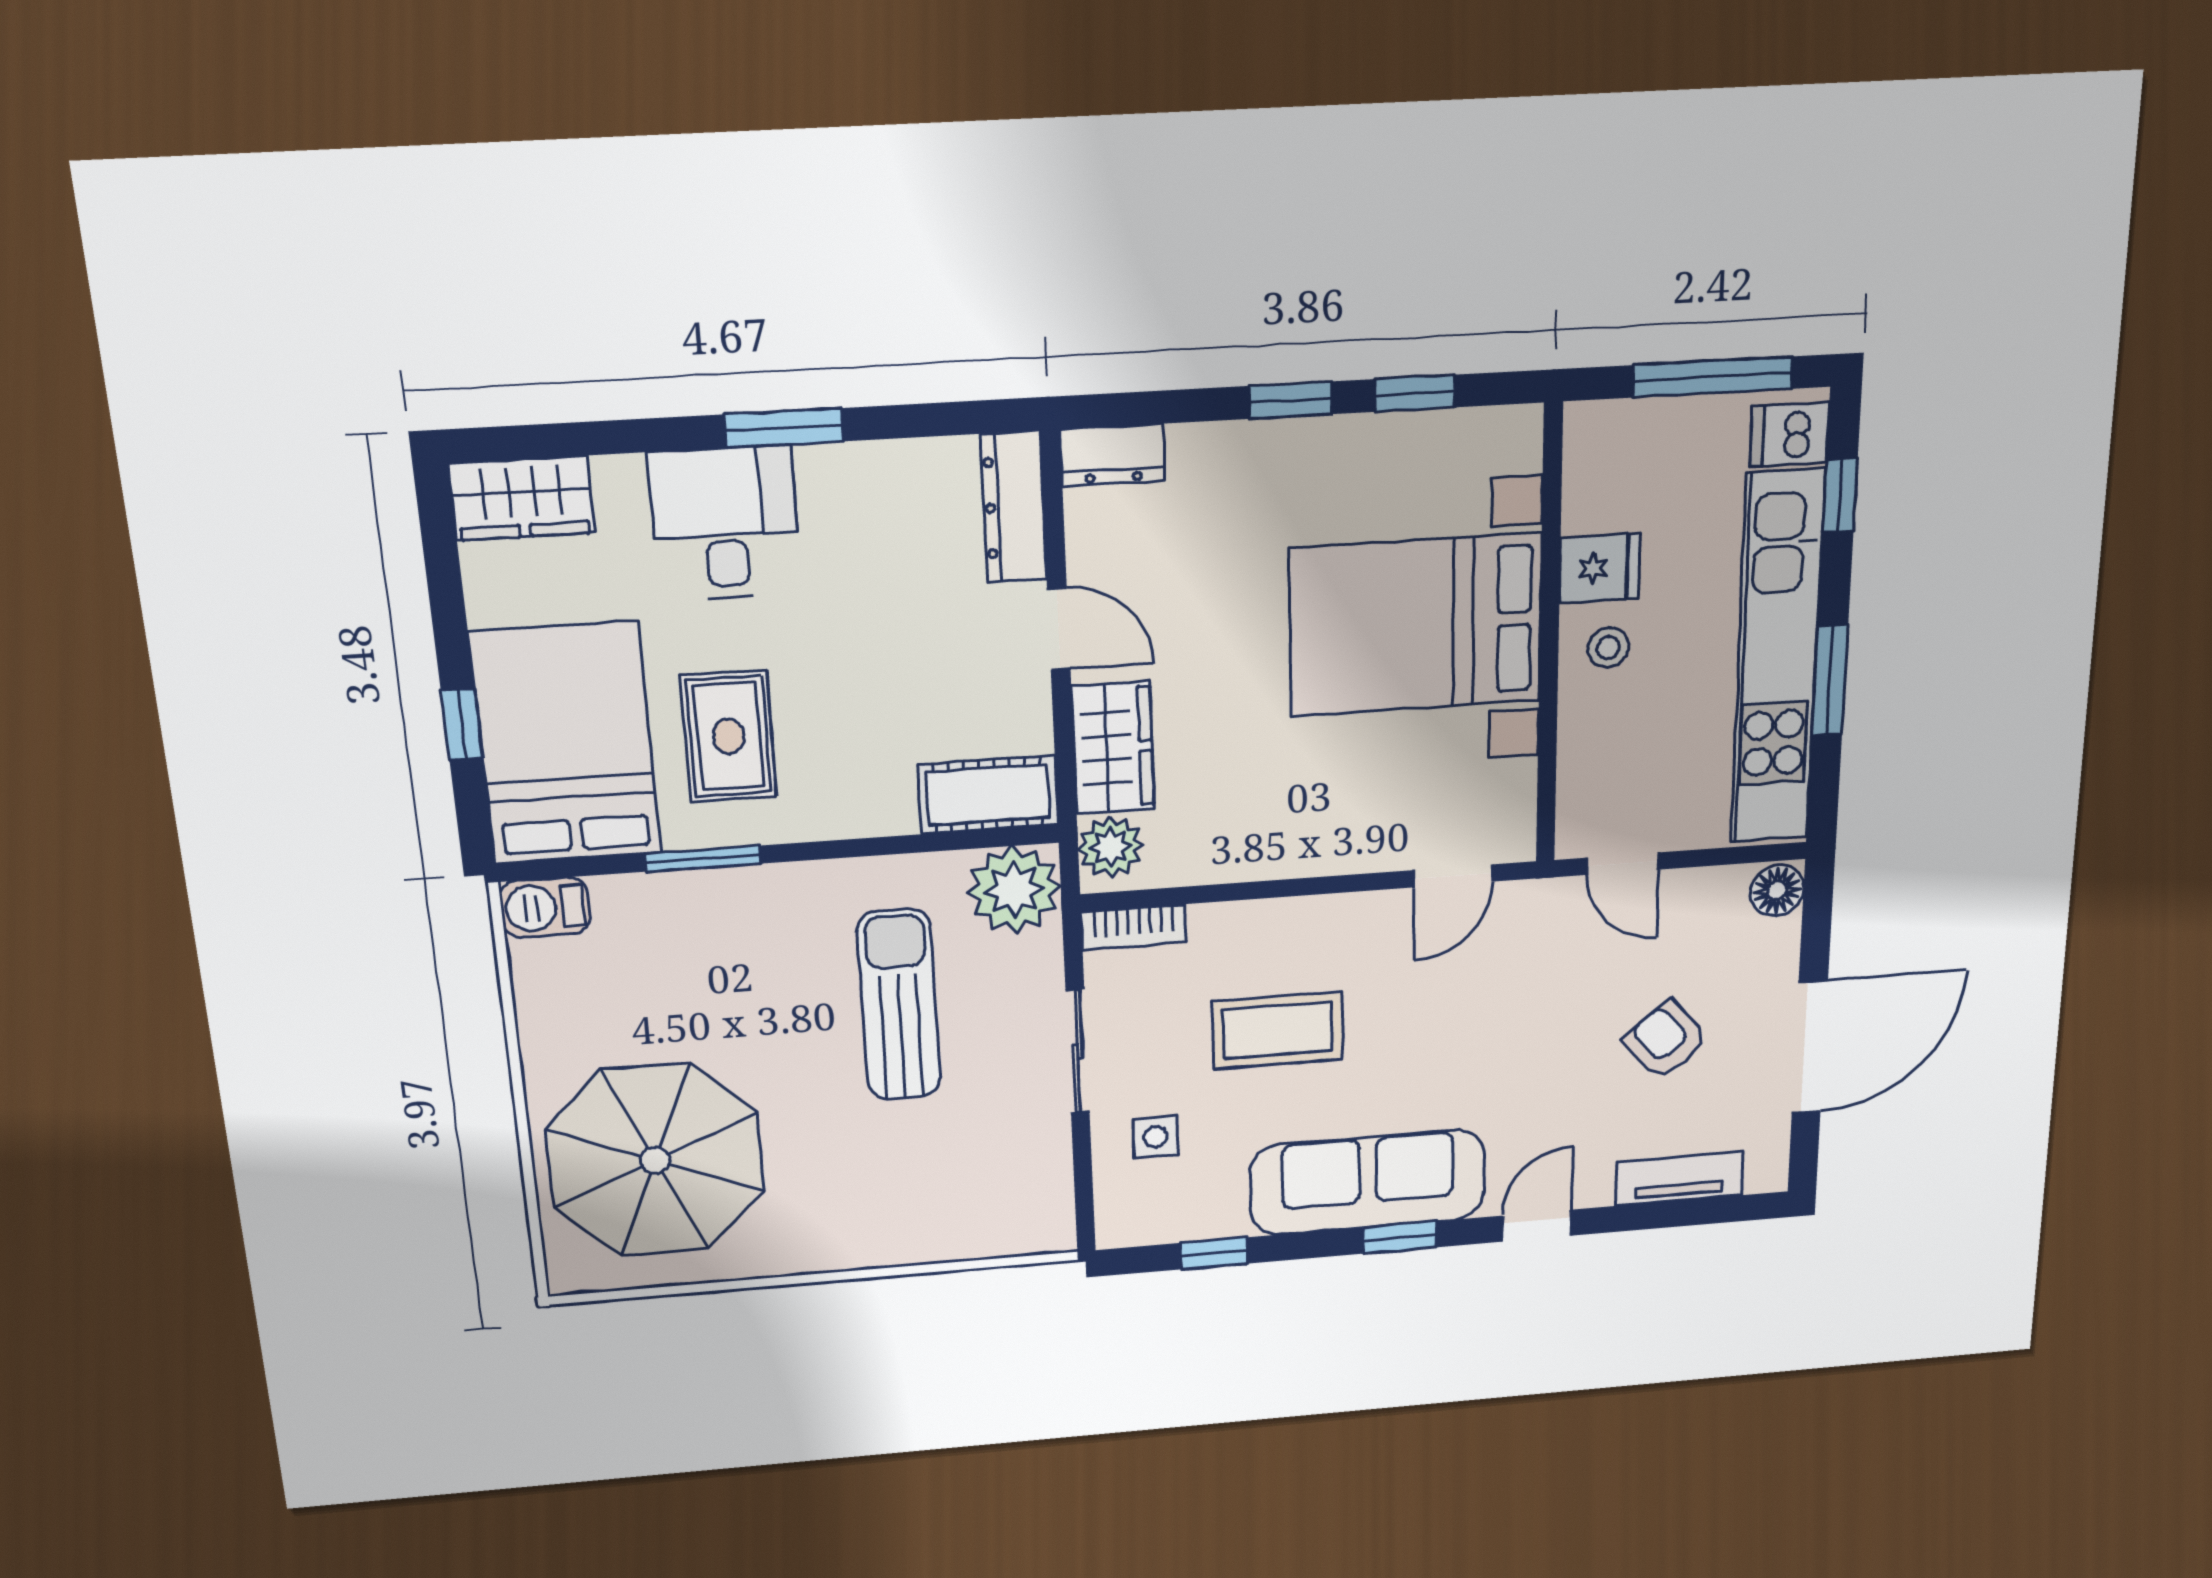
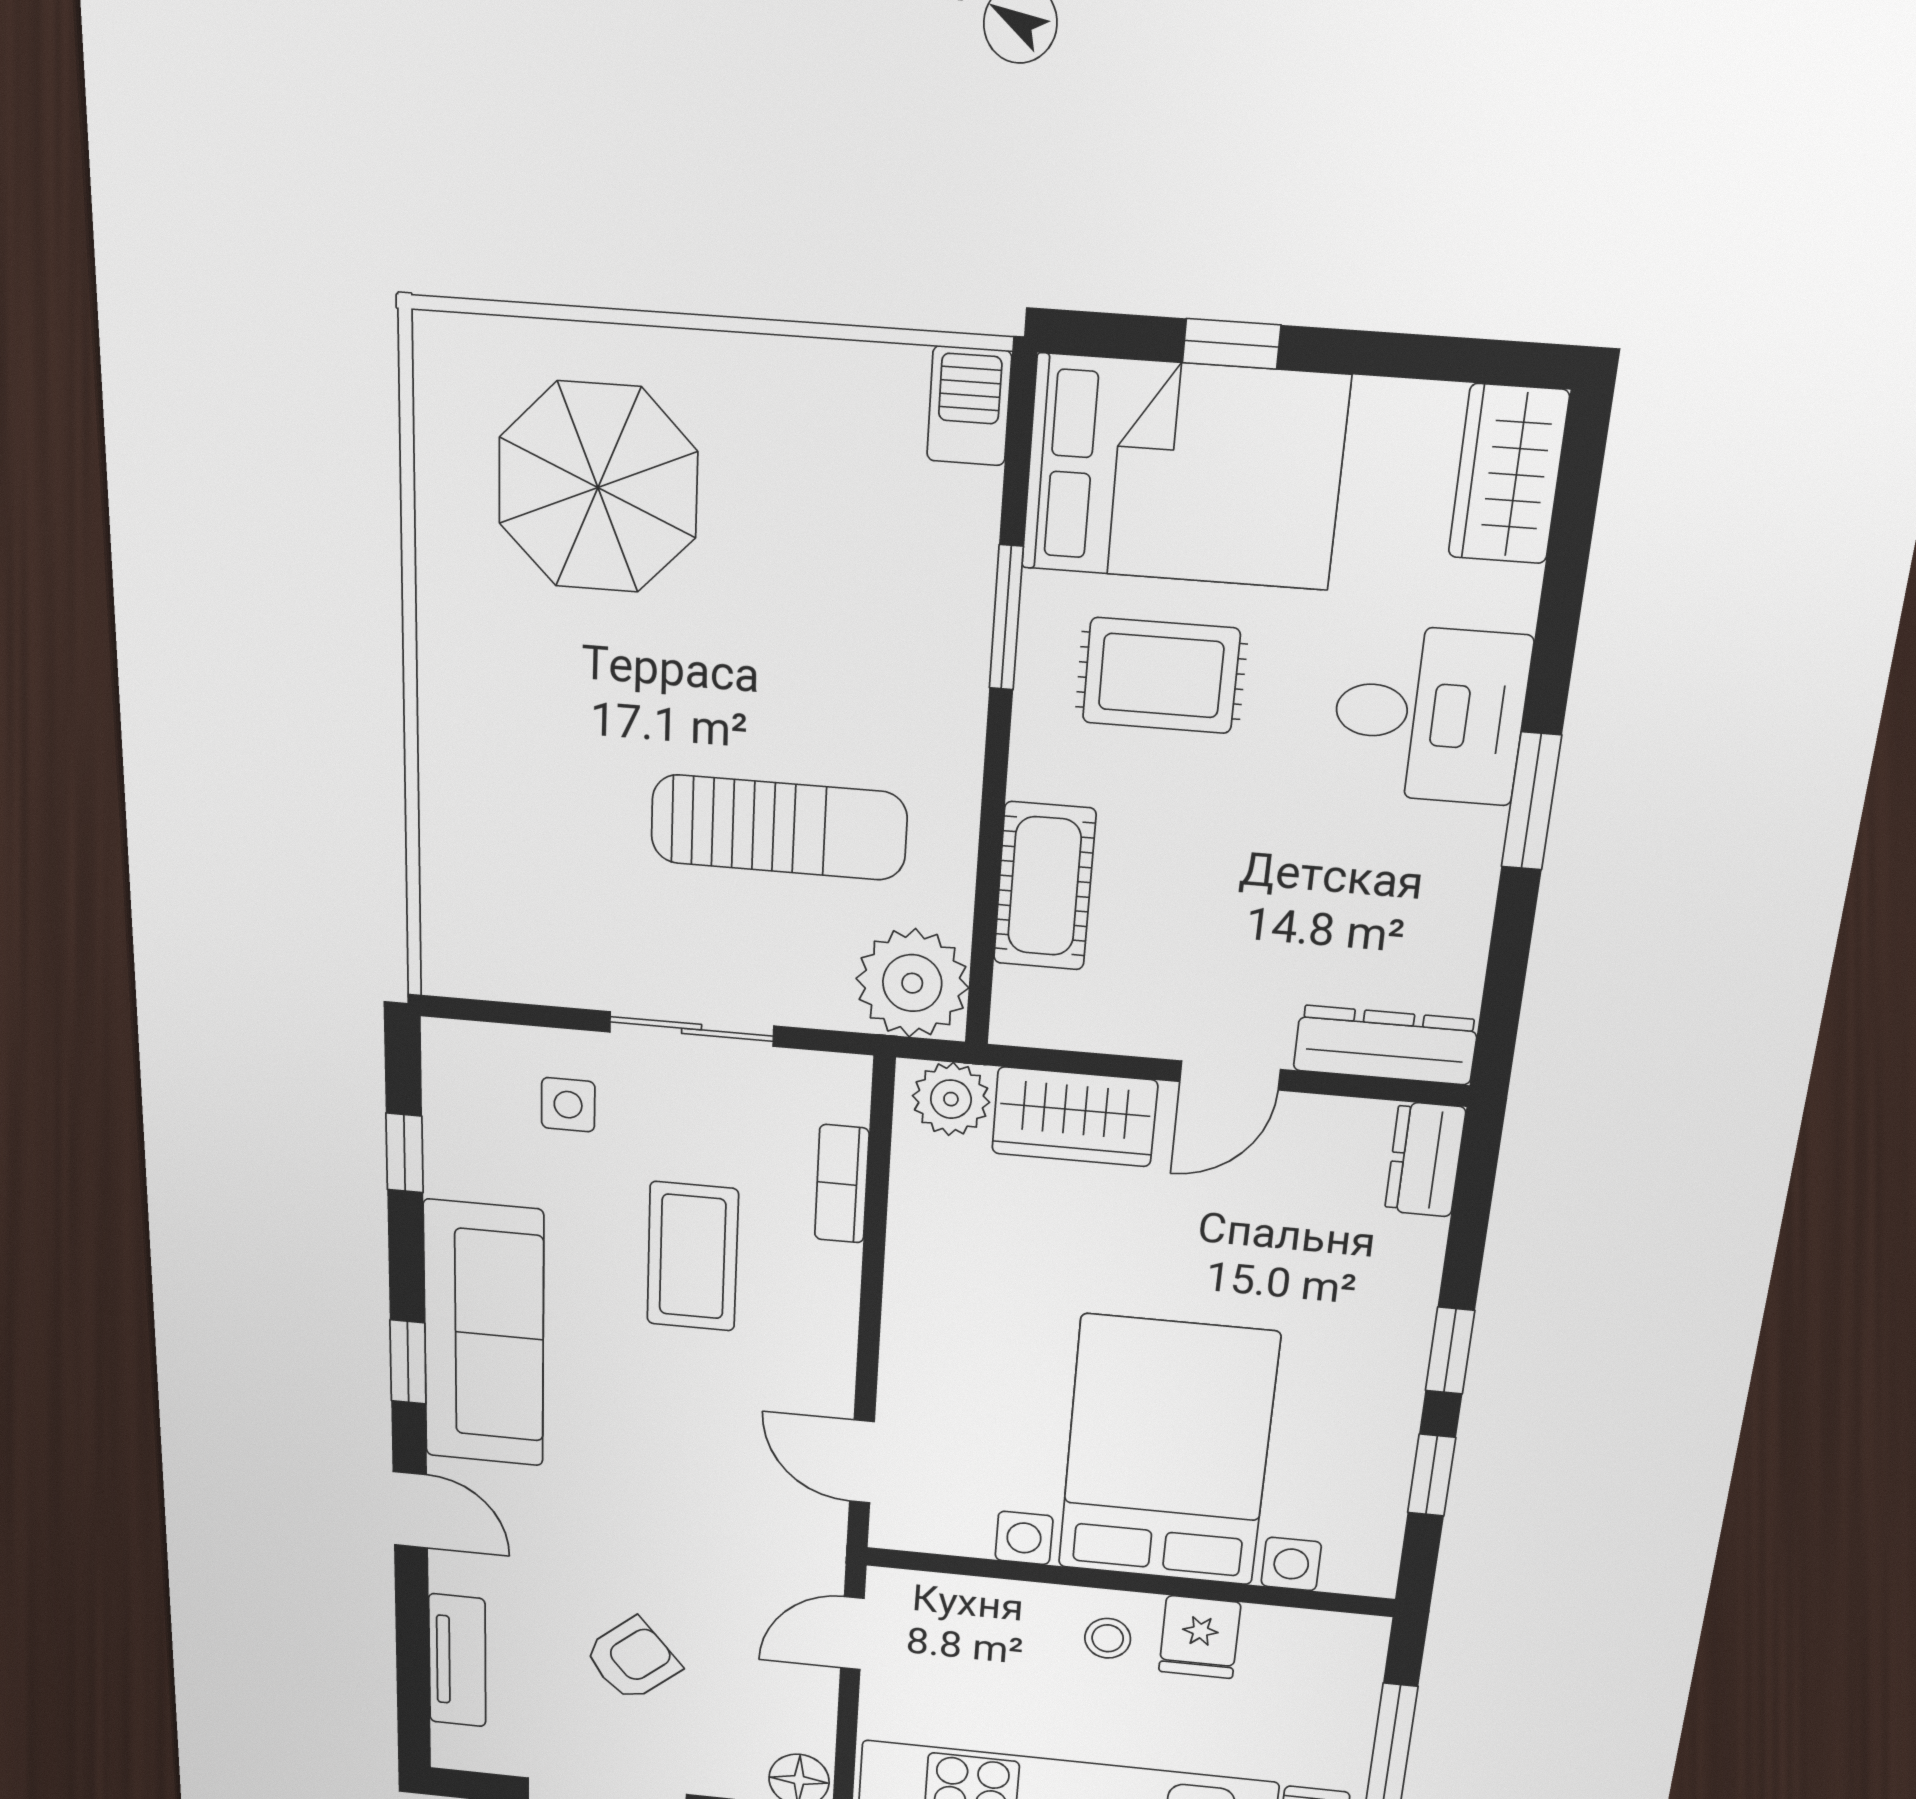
cot: (988, 795) -> (1044, 886), moved
bookcase: (1134, 927) -> (842, 1184), moved
parasol: (655, 1160) -> (598, 488), width x0.73, depth x0.73

